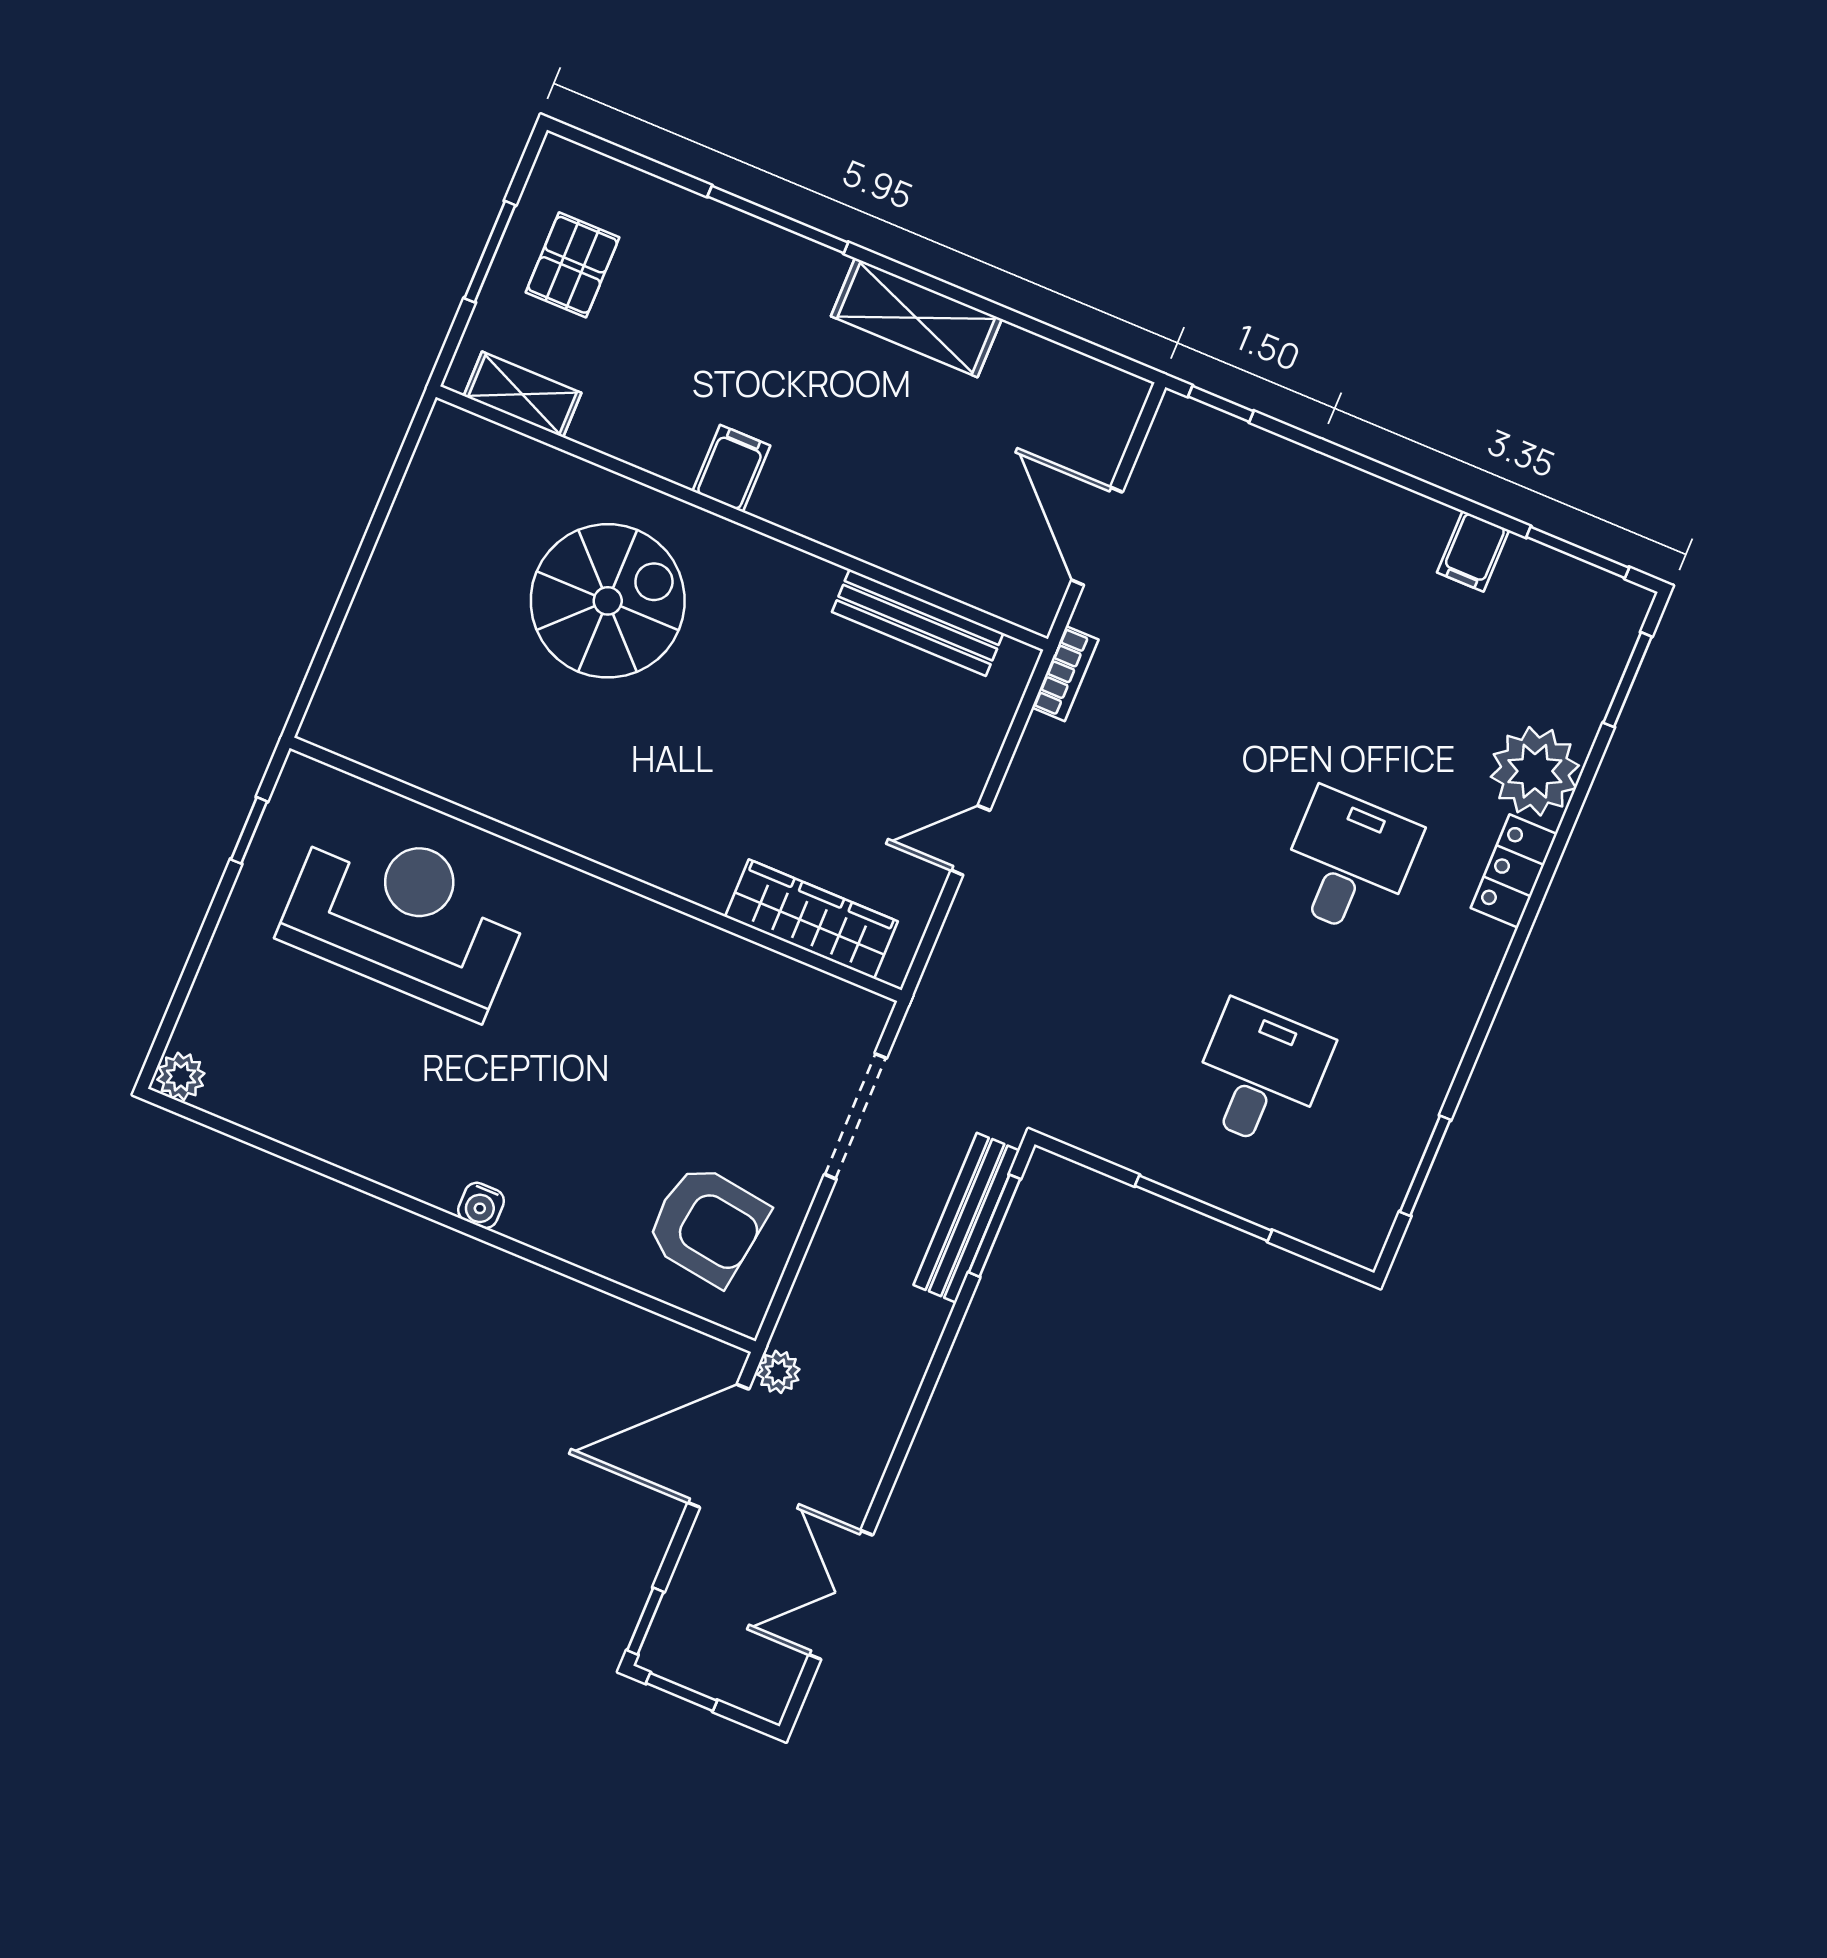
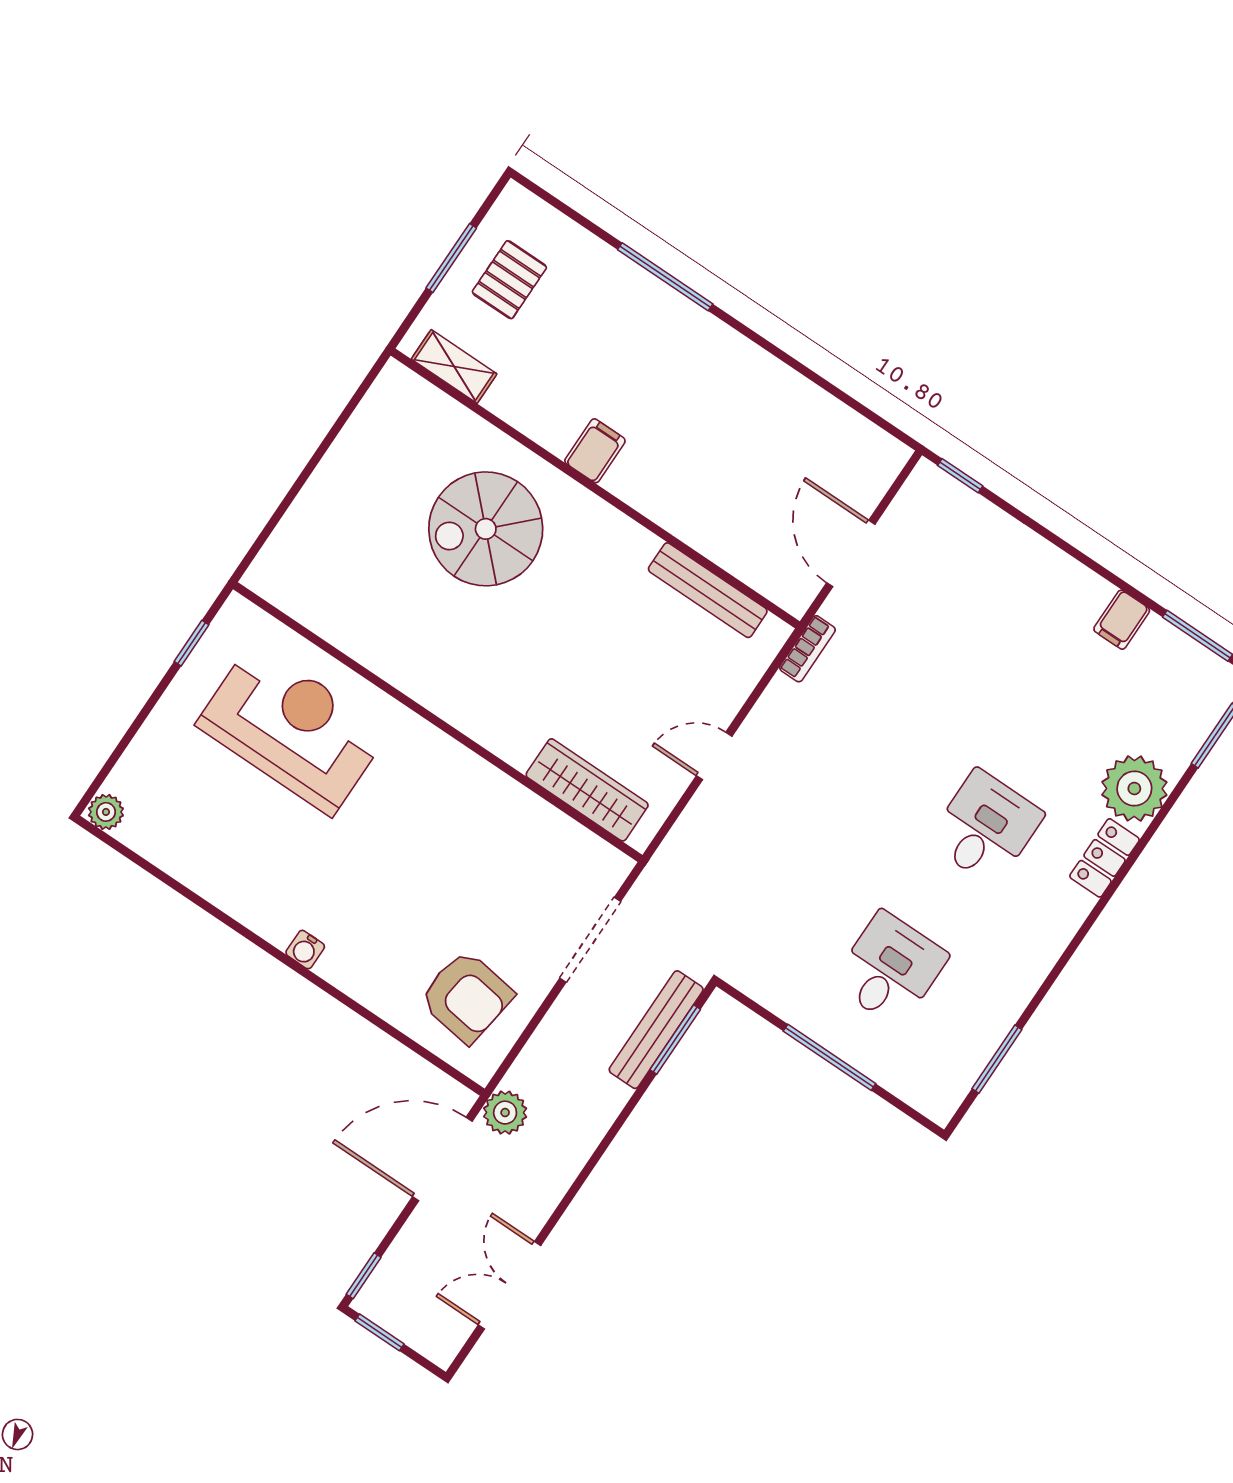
shelving: (916, 318) -> (751, 368), removed
spiral stairs: (608, 601) -> (486, 529), turned 180
plant: (778, 1372) -> (505, 1113), width x1.38, depth x1.38

